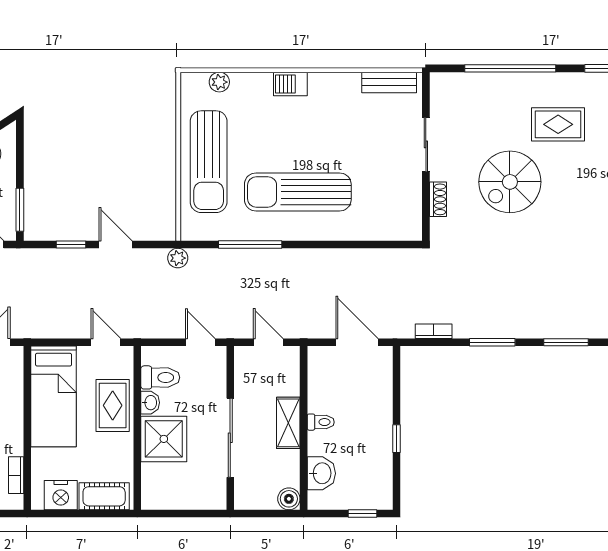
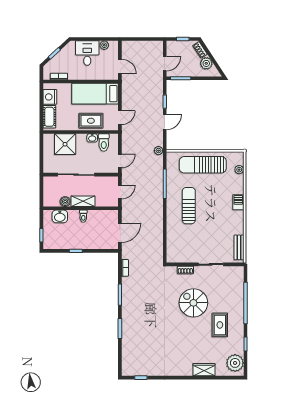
sun lounger: (298, 192) -> (189, 206), width x0.73, depth x0.75
shower: (164, 439) -> (65, 144), moved
boiler: (289, 499) -> (65, 202), moved

